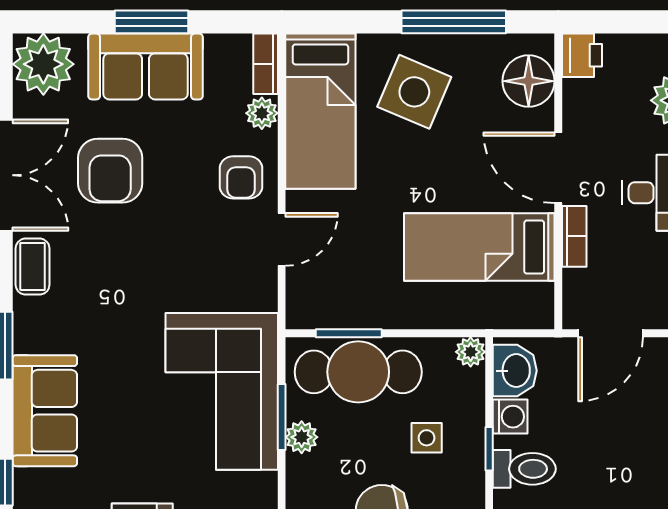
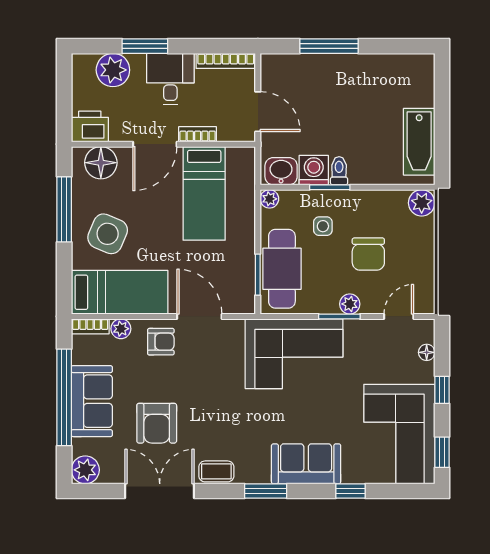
window: (151, 22) -> (64, 397), width x2.11
printer: (582, 55) -> (90, 126), width x1.36, depth x1.24
plant: (43, 64) -> (85, 470), width x0.73, depth x0.73
armchair: (110, 171) -> (157, 423), turned 90
door: (282, 239) -> (199, 316), width x1.38
window: (282, 417) -> (339, 316), moved
washing machine: (510, 417) -> (314, 170), width x1.38, depth x1.38
plant: (302, 437) -> (350, 304), moved
window: (489, 449) -> (330, 187), width x1.50
toilet: (524, 469) -> (339, 171), width x0.73, depth x0.72

